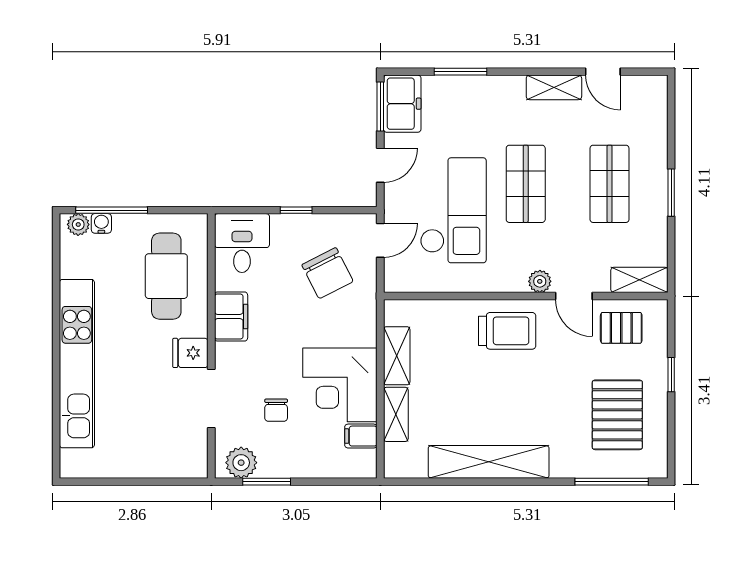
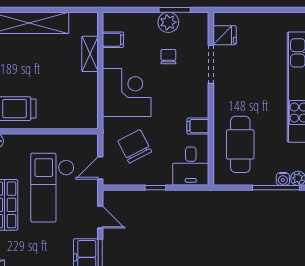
door: (380, 165) -> (100, 217), swing flipped
filing cabinet: (231, 317) -> (198, 126), width x0.50
fridge: (190, 353) -> (225, 35), moved
shelving: (397, 356) -> (89, 92), removed
corner desk: (340, 385) -> (127, 92), moved
plant: (241, 463) -> (168, 22), moved

